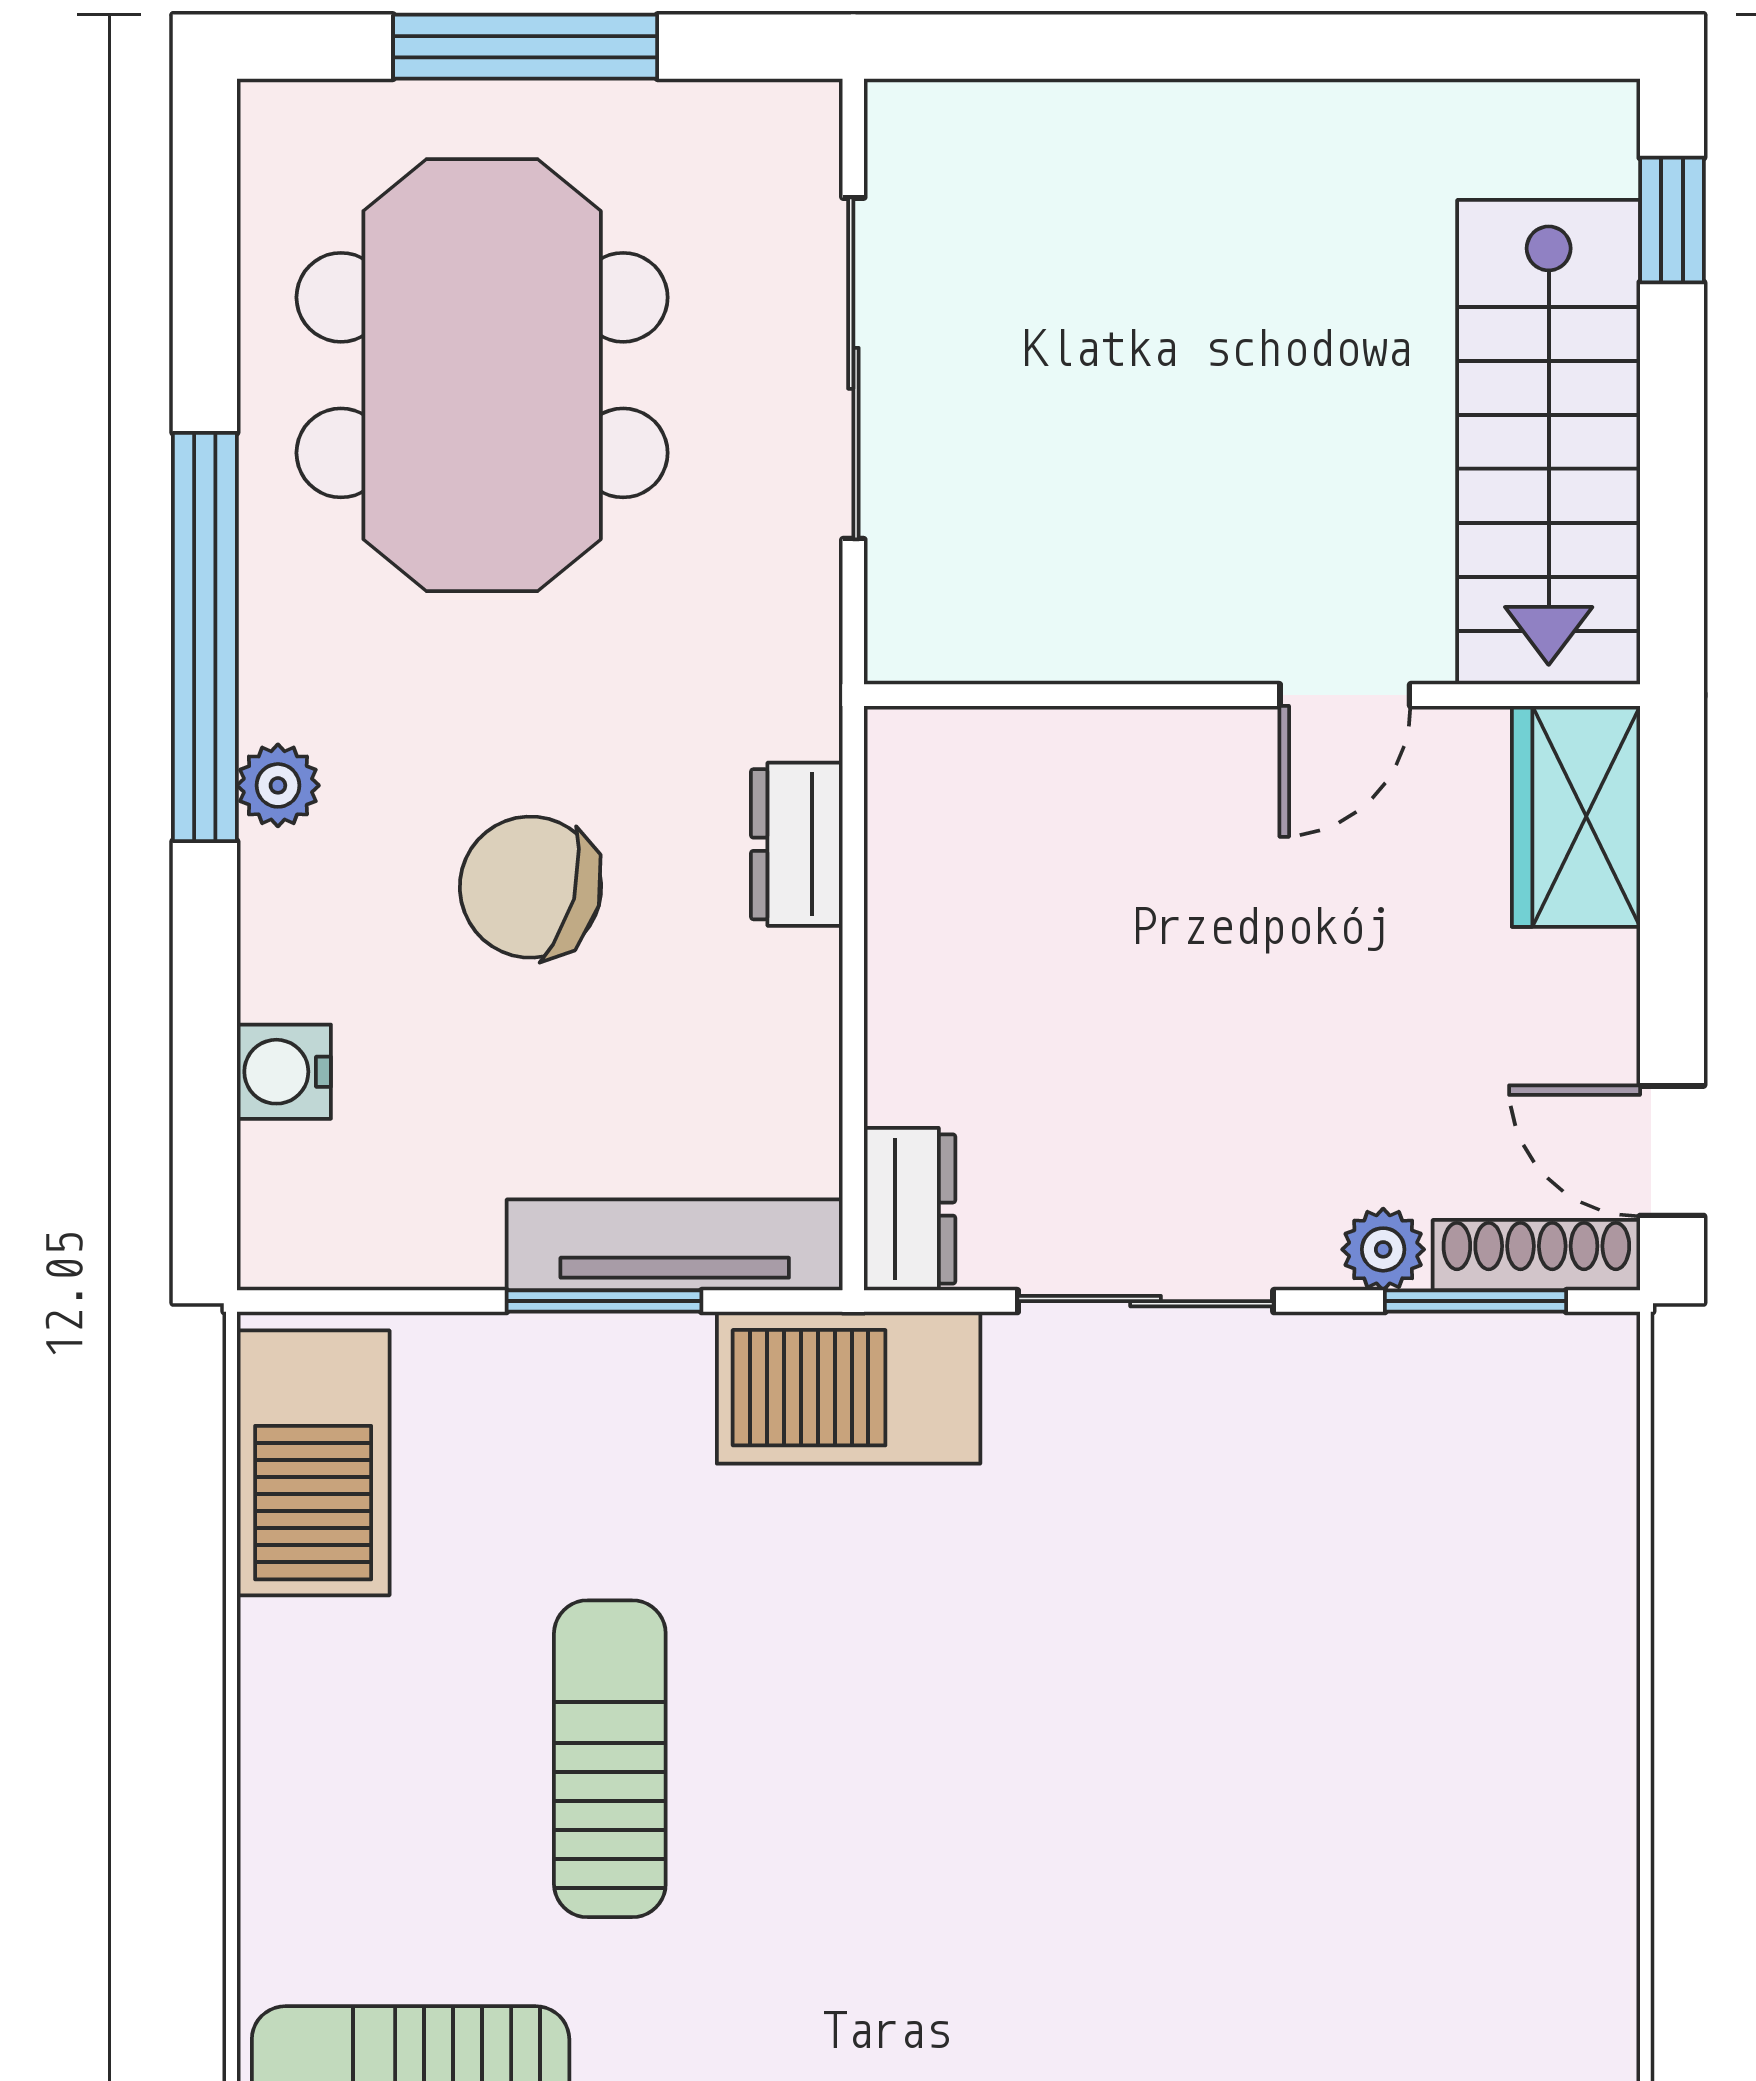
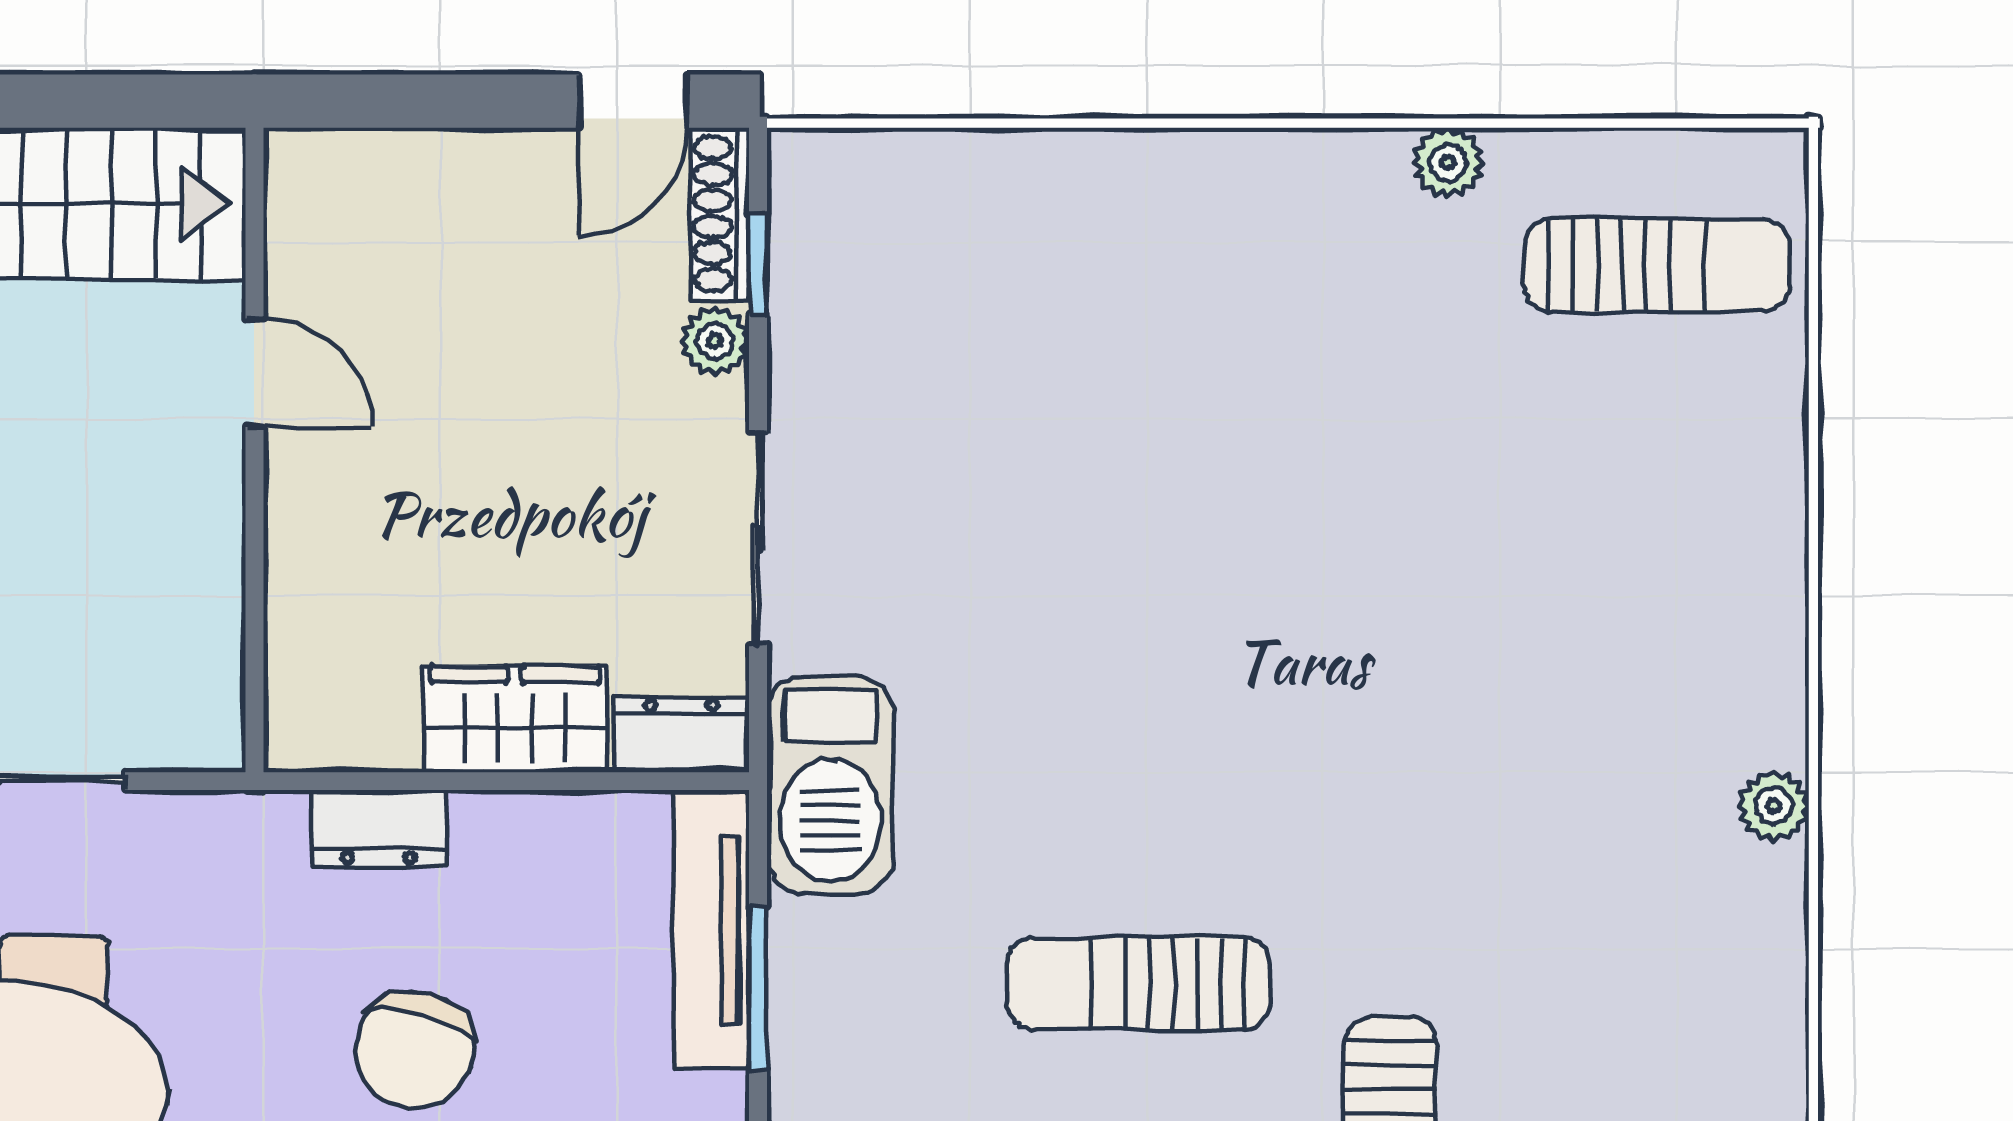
wardrobe: (1576, 816) -> (515, 719), moved, turned 180
window: (1476, 1301) -> (758, 264), width x0.67

